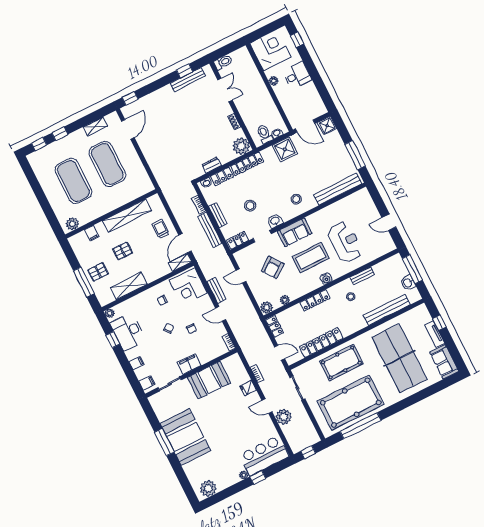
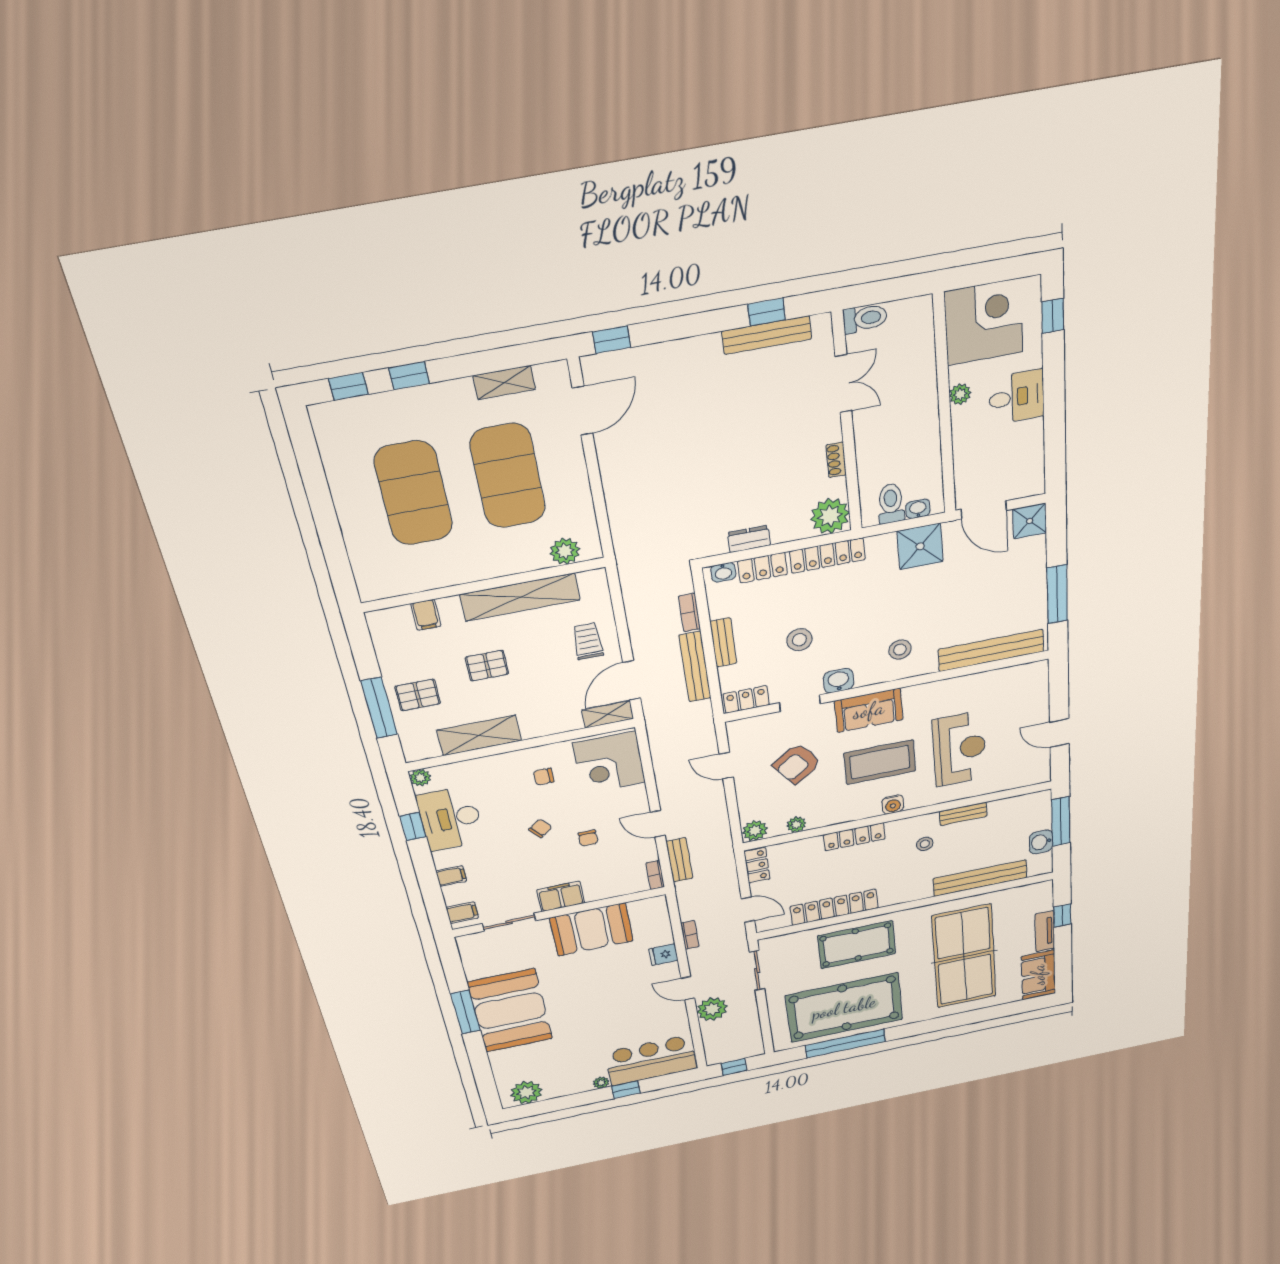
plant: (72, 224) -> (565, 551), moved
bench: (217, 290) -> (679, 860), moved

